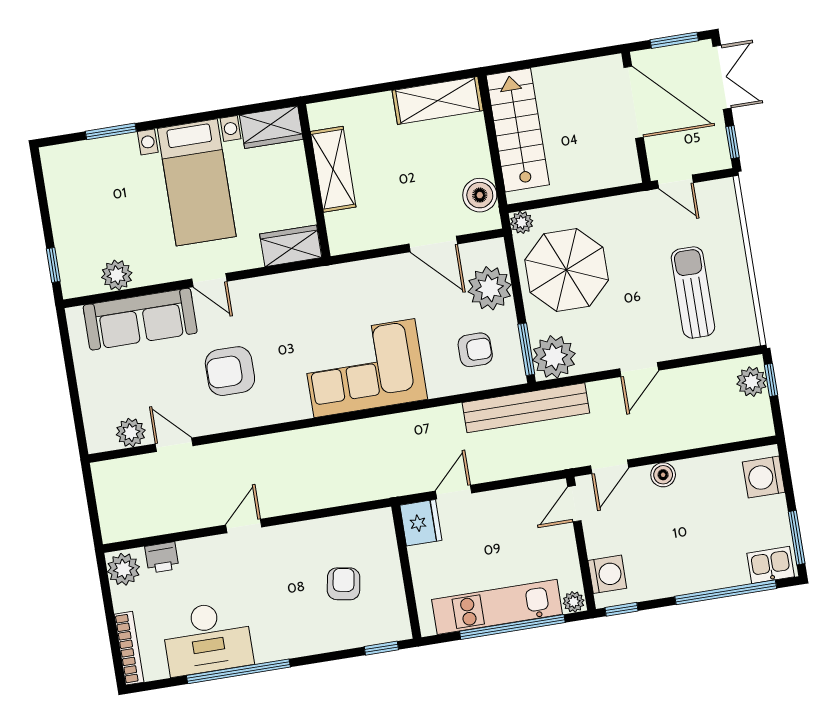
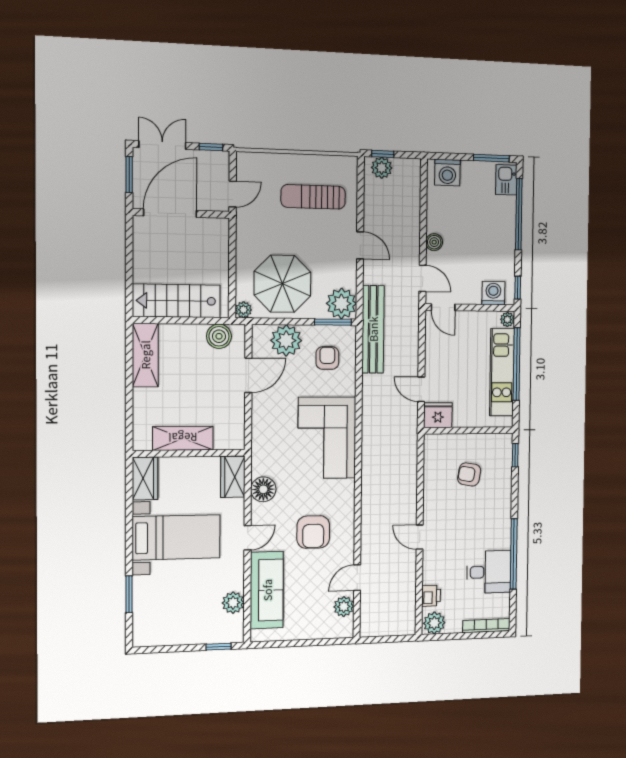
floor lamp: (280, 291) -> (263, 489), added
desk: (207, 638) -> (489, 572), width x0.73

